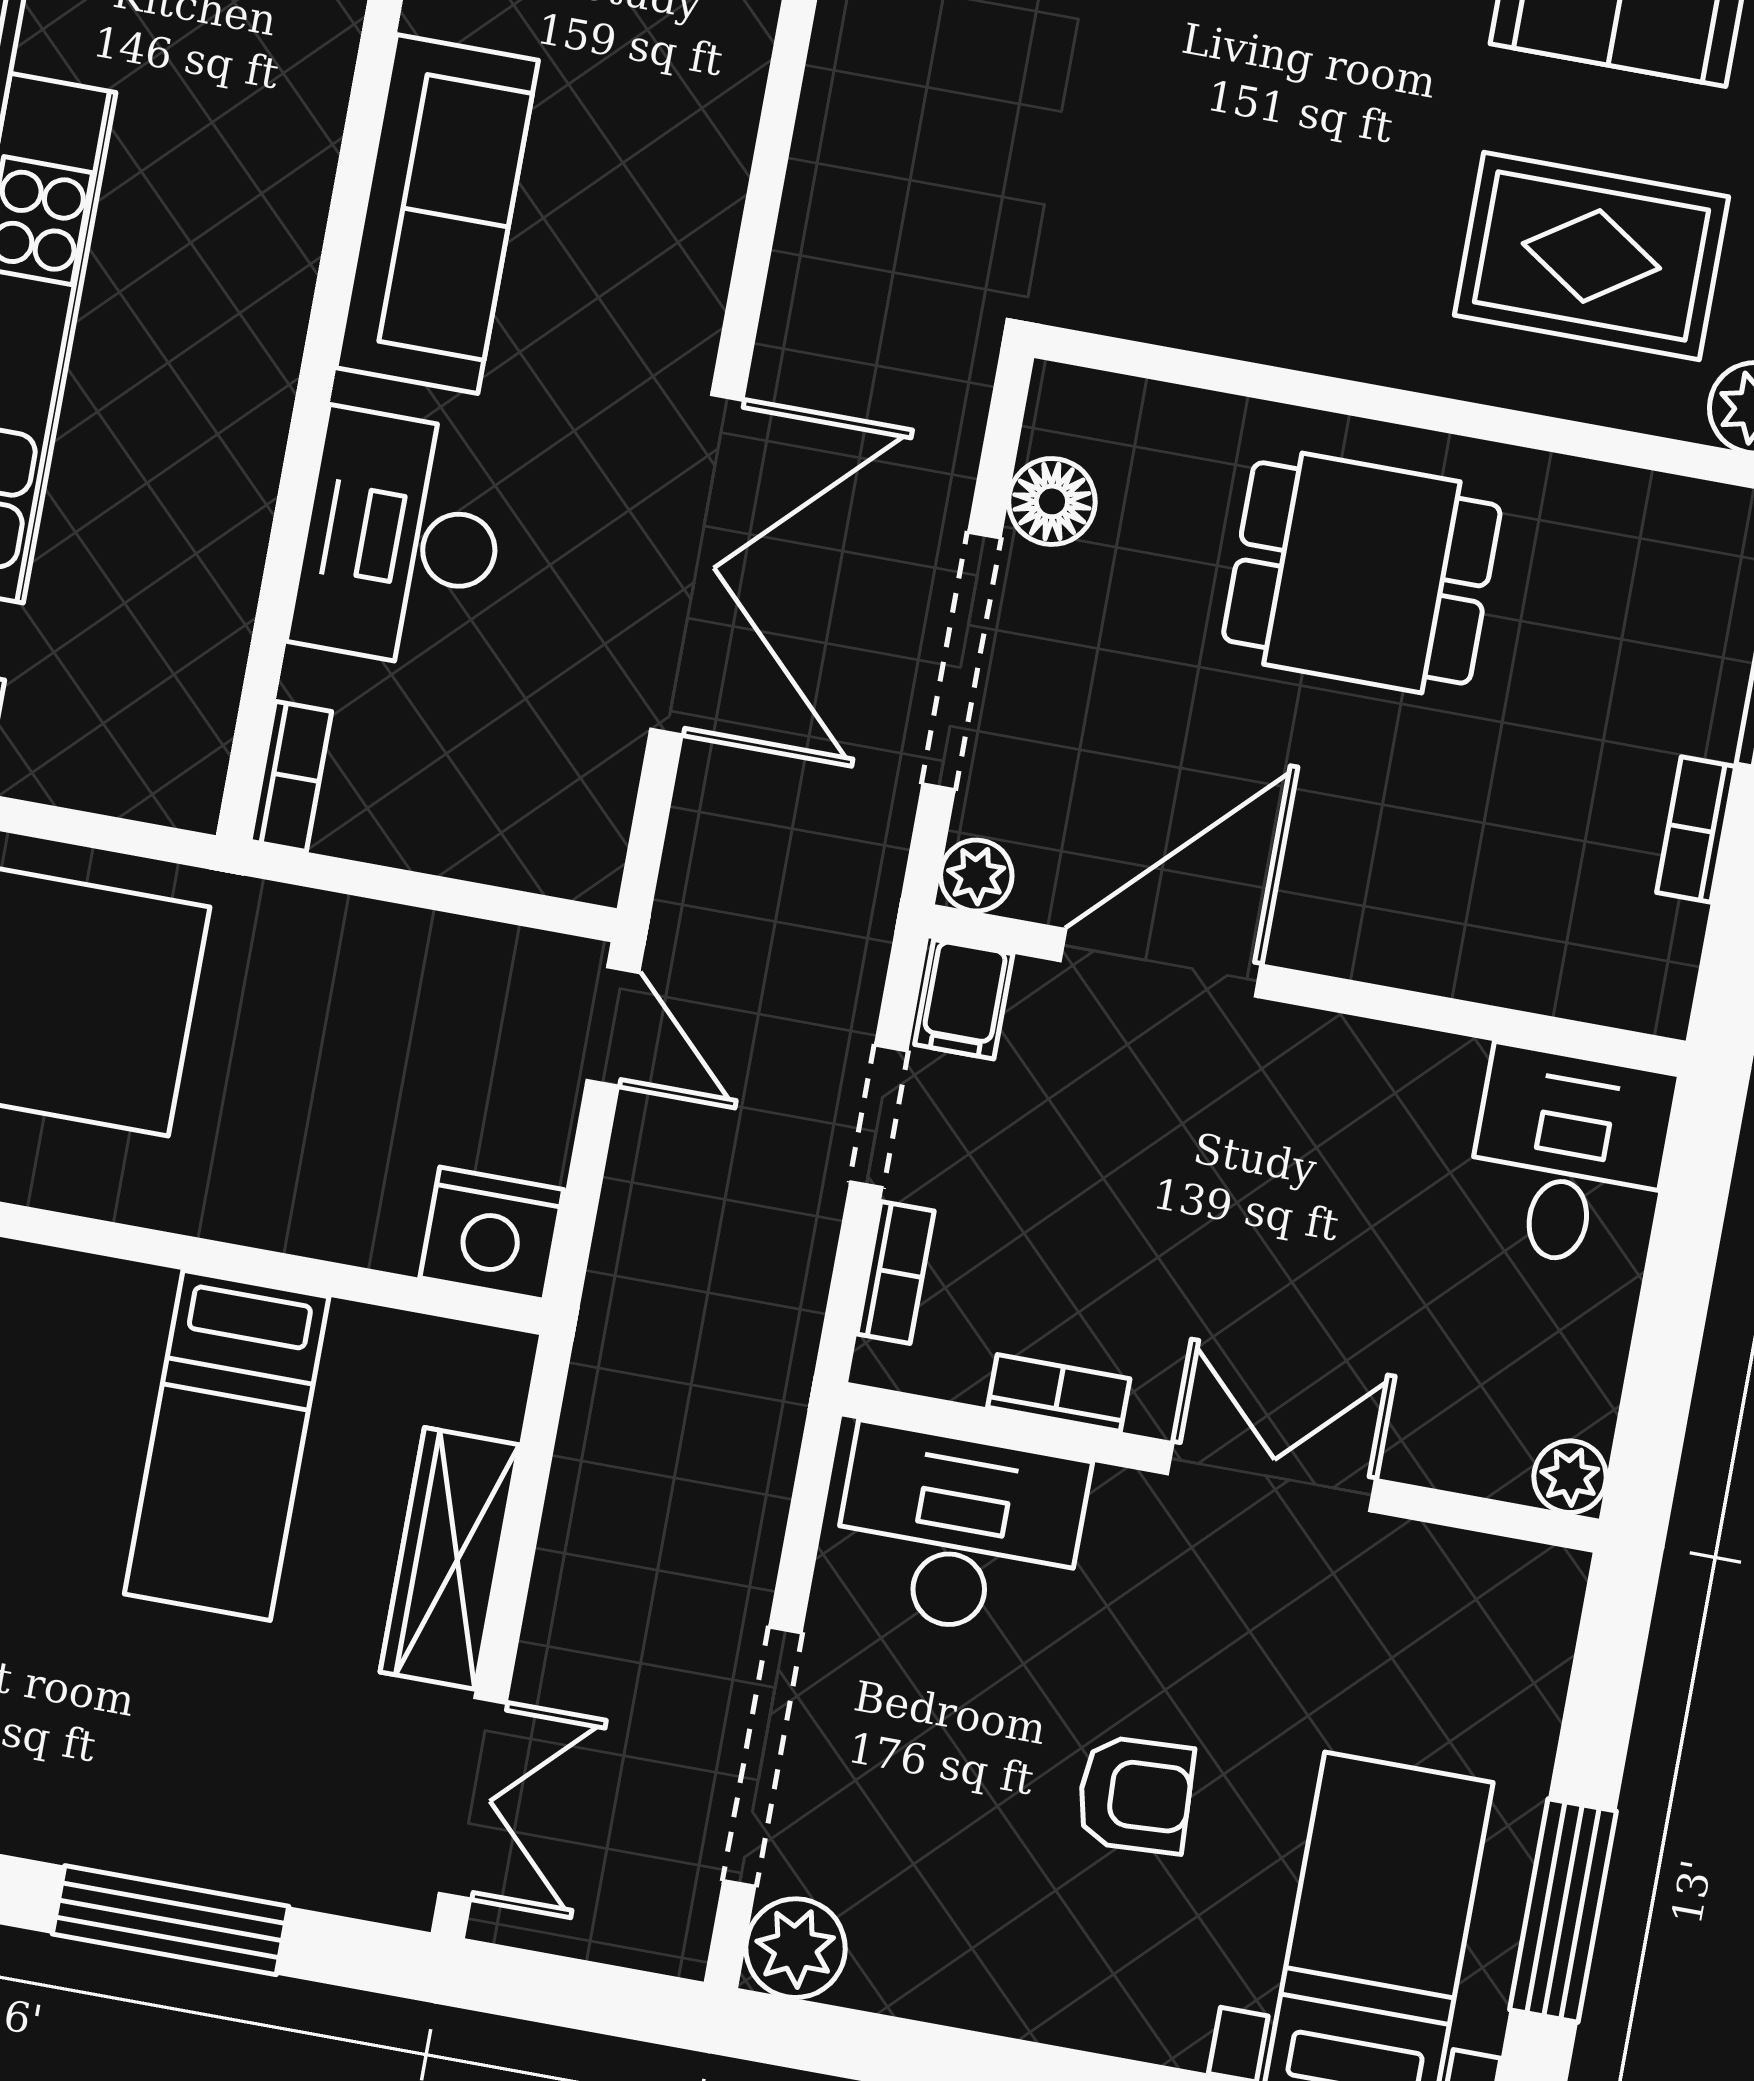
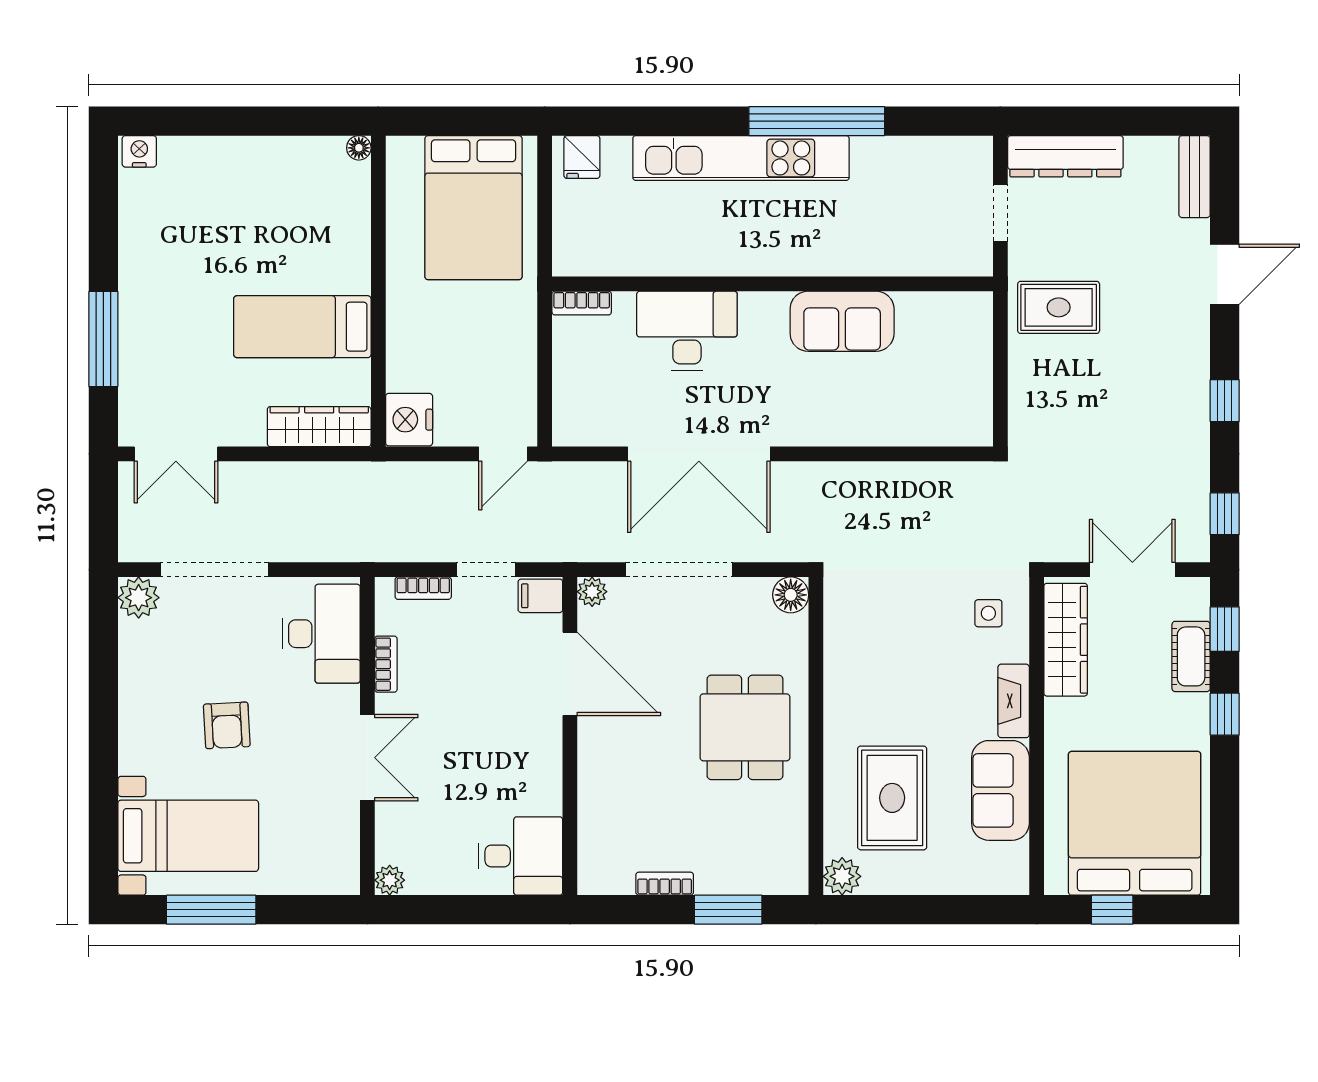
sofa: (437, 214) -> (842, 321), width x0.73
floor lamp: (1052, 501) -> (791, 595), moved
wardrobe: (450, 1558) -> (319, 427), moved

